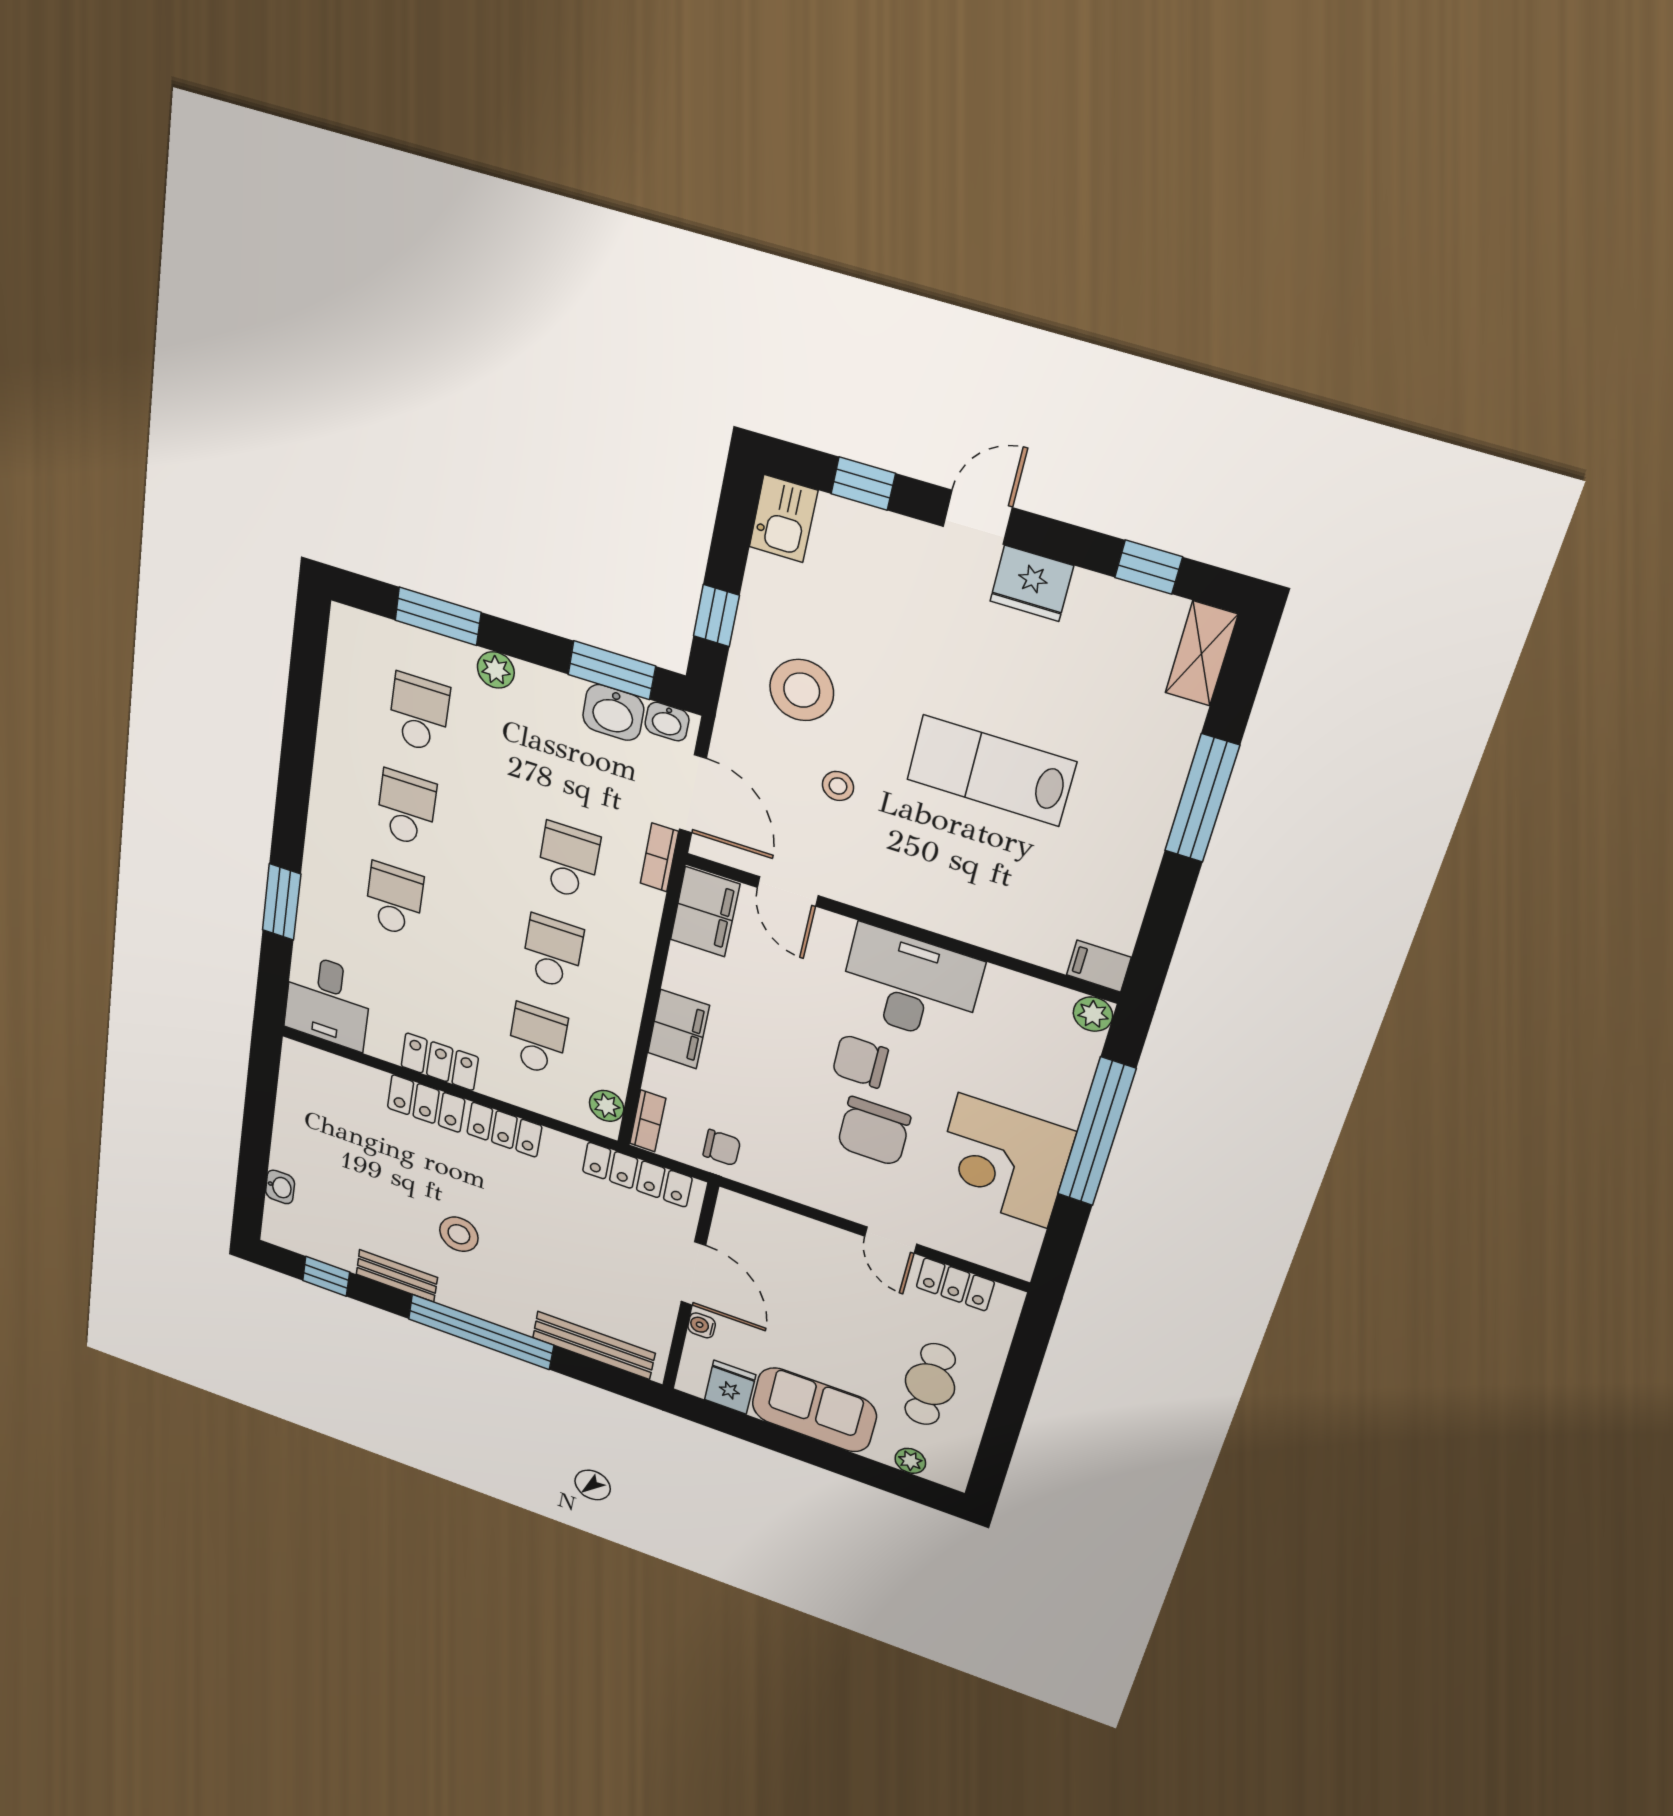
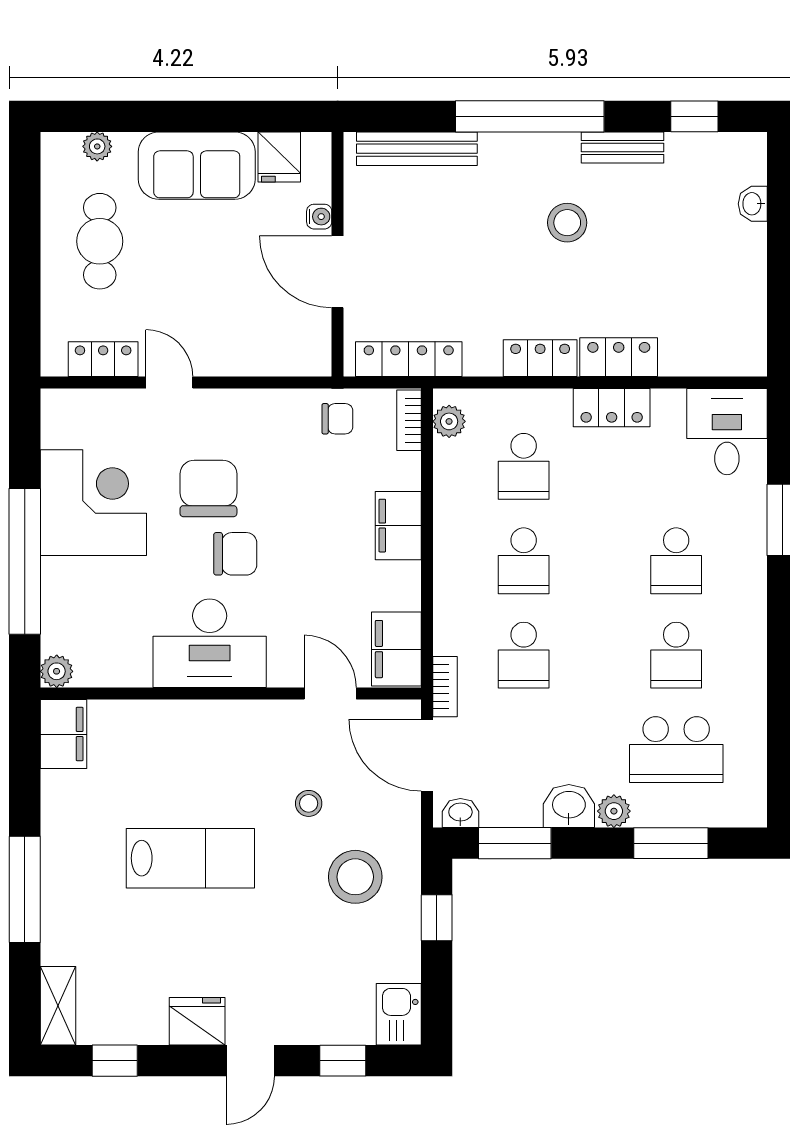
school desk: (419, 713) -> (676, 750), width x1.85
washbasin: (613, 713) -> (569, 806), moved
filing cabinet: (1099, 966) -> (63, 734), width x2.00
chair: (722, 1148) -> (337, 419), turned 180

